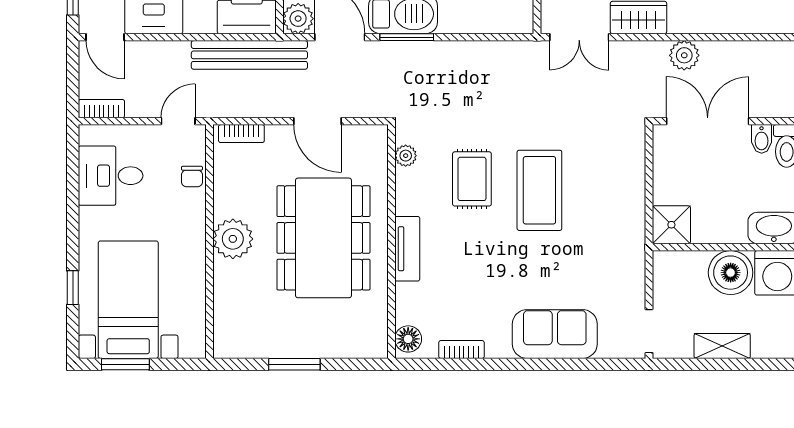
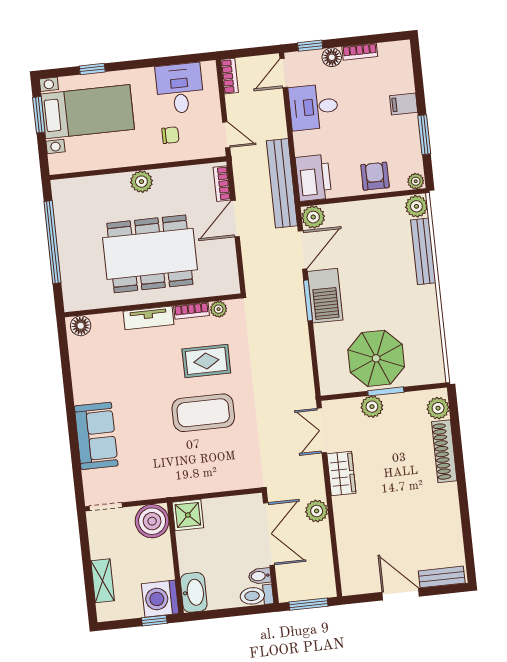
door: (317, 121) -> (235, 219), moved
chair: (192, 177) -> (170, 135), moved, turned 180
plant: (233, 239) -> (141, 182), width x0.73, depth x0.73
boiler: (731, 273) -> (152, 521), moved
shelving: (722, 346) -> (103, 581), moved
bookcase: (461, 349) -> (191, 311), moved, turned 90
window: (294, 364) -> (52, 242), width x2.11

